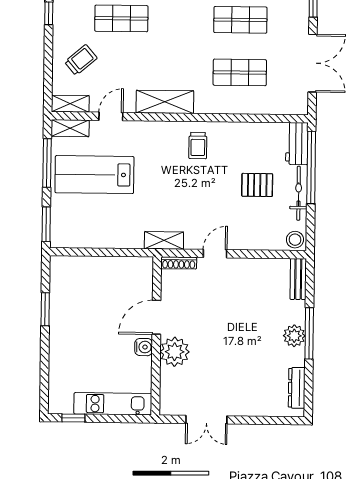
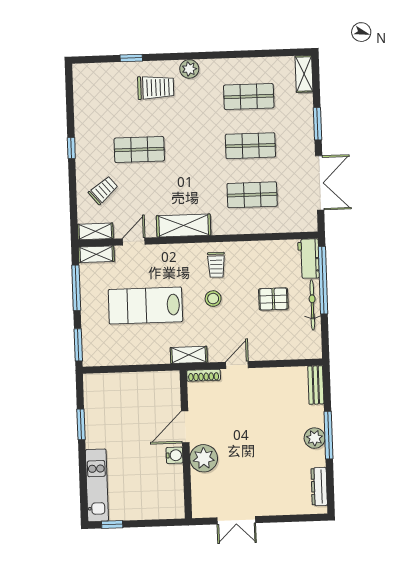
lab bench: (94, 175) -> (145, 306), moved
stool: (295, 240) -> (213, 299), moved
kitchen unit: (113, 404) -> (97, 485), moved, turned 90

